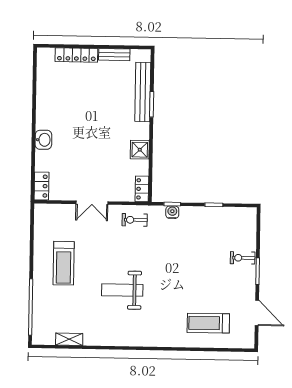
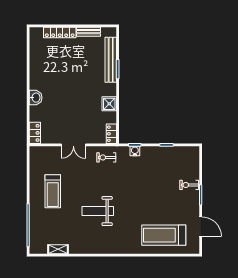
treadmill: (208, 323) -> (164, 235), width x1.37, depth x1.37

